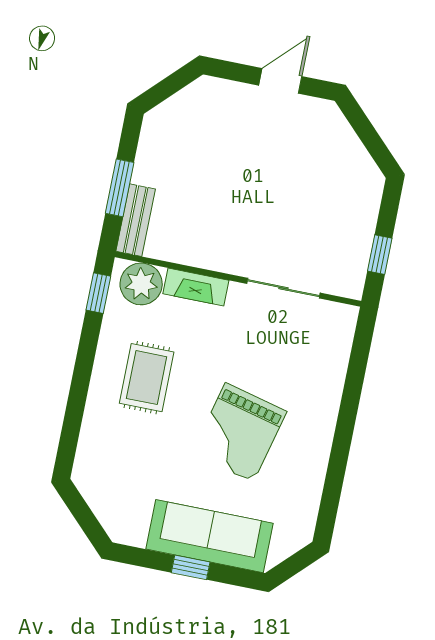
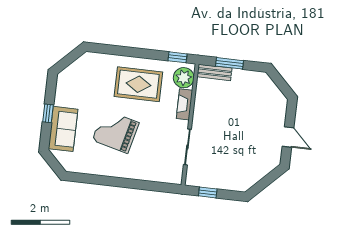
rug: (147, 378) -> (138, 84), width x1.36, depth x1.43
sofa: (210, 536) -> (63, 129), width x0.73

